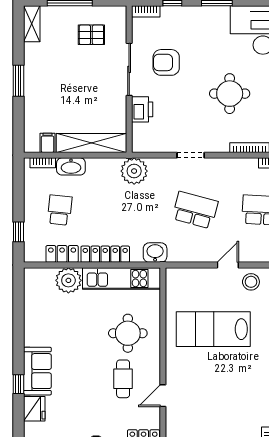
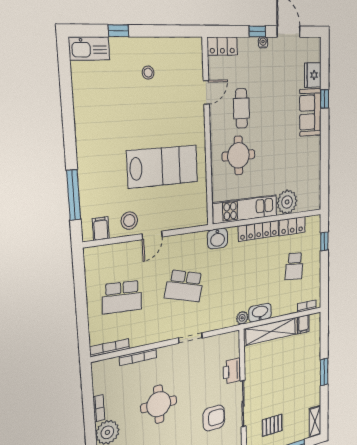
washbasin: (71, 166) -> (260, 313), moved
plant: (134, 171) -> (242, 318), width x0.53, depth x0.53
stool: (224, 415) -> (148, 73), added

